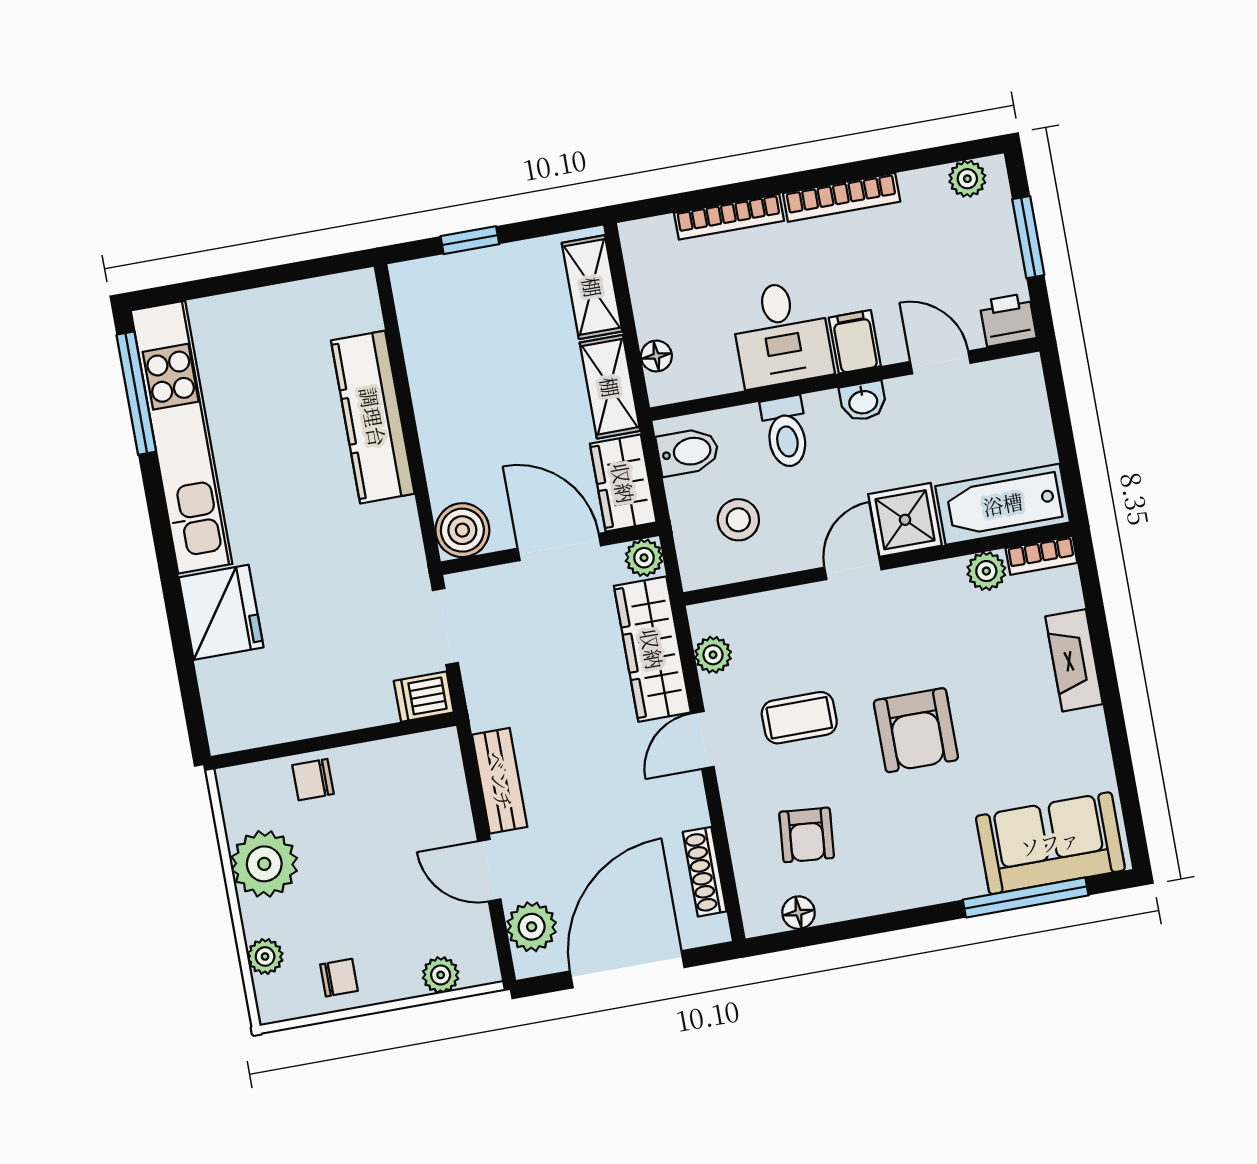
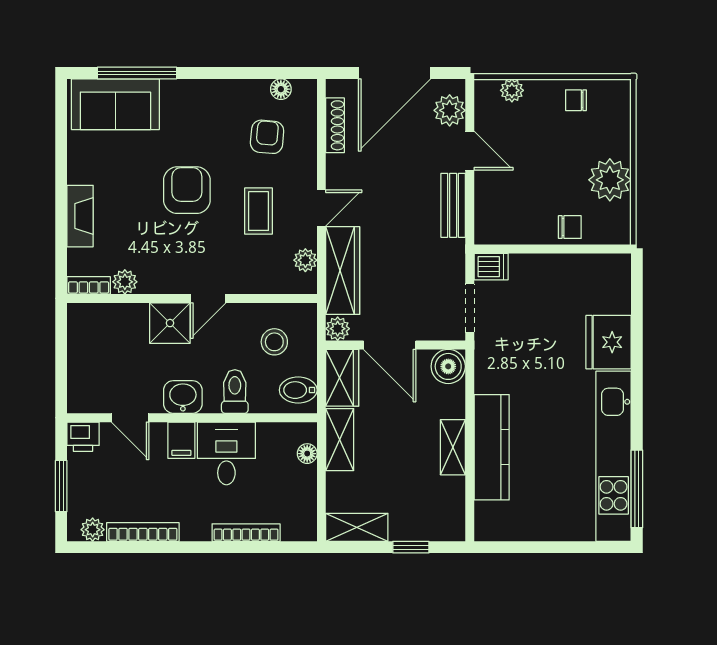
bookcase: (842, 197) -> (143, 532), moved
shelving: (592, 287) -> (357, 527), moved, turned 90
washbasin: (863, 401) -> (183, 397), width x1.38, depth x1.45
shelving: (433, 406) -> (453, 447), added
bathtub: (1003, 504) -> (107, 322), removed
coffee table: (799, 718) -> (258, 211), turned 90
plant: (265, 956) -> (620, 122), removed

